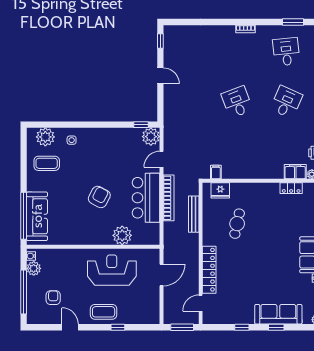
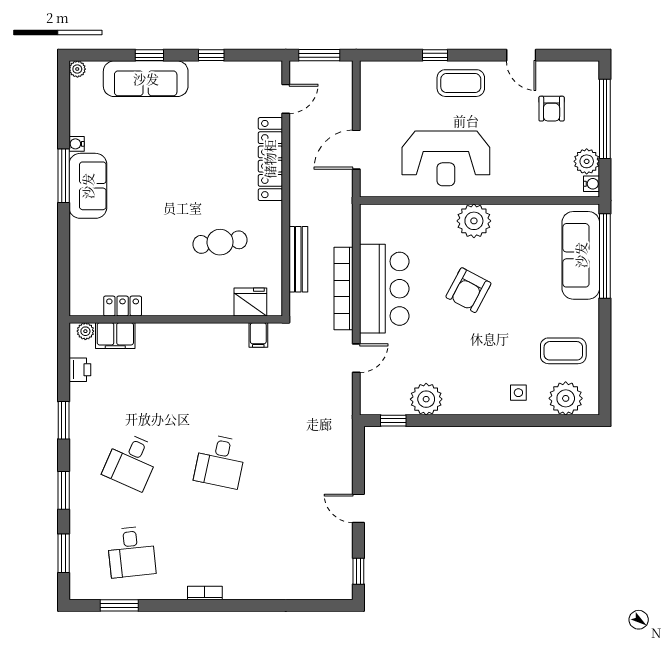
desk: (237, 102) -> (220, 461), turned 33
plant: (151, 137) -> (426, 399), moved
cafe table: (237, 224) -> (220, 242), turned 71
plant: (122, 235) -> (474, 221), moved

